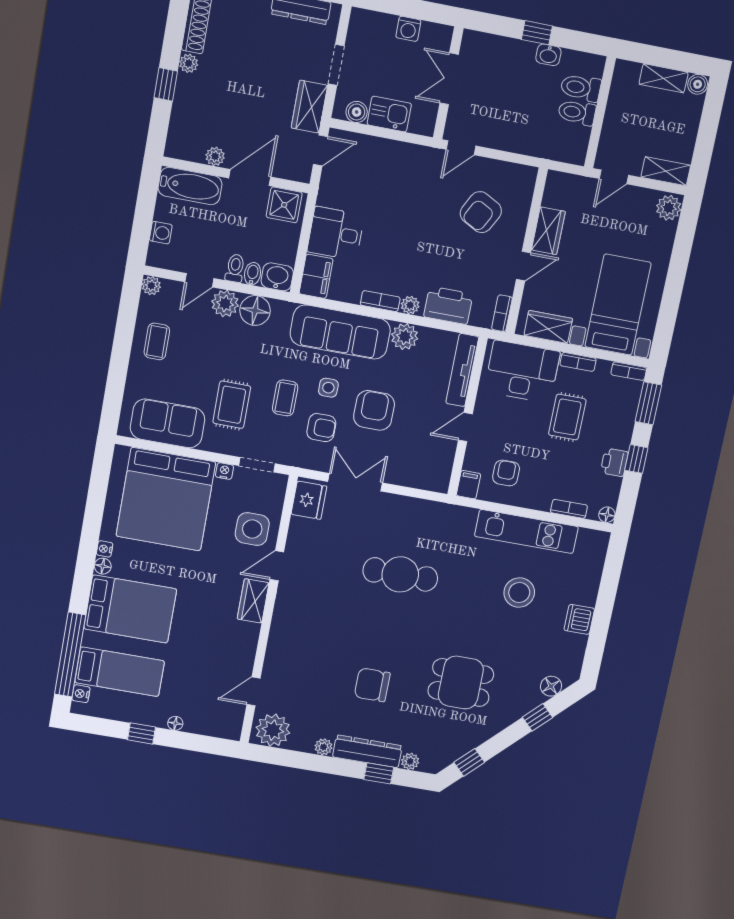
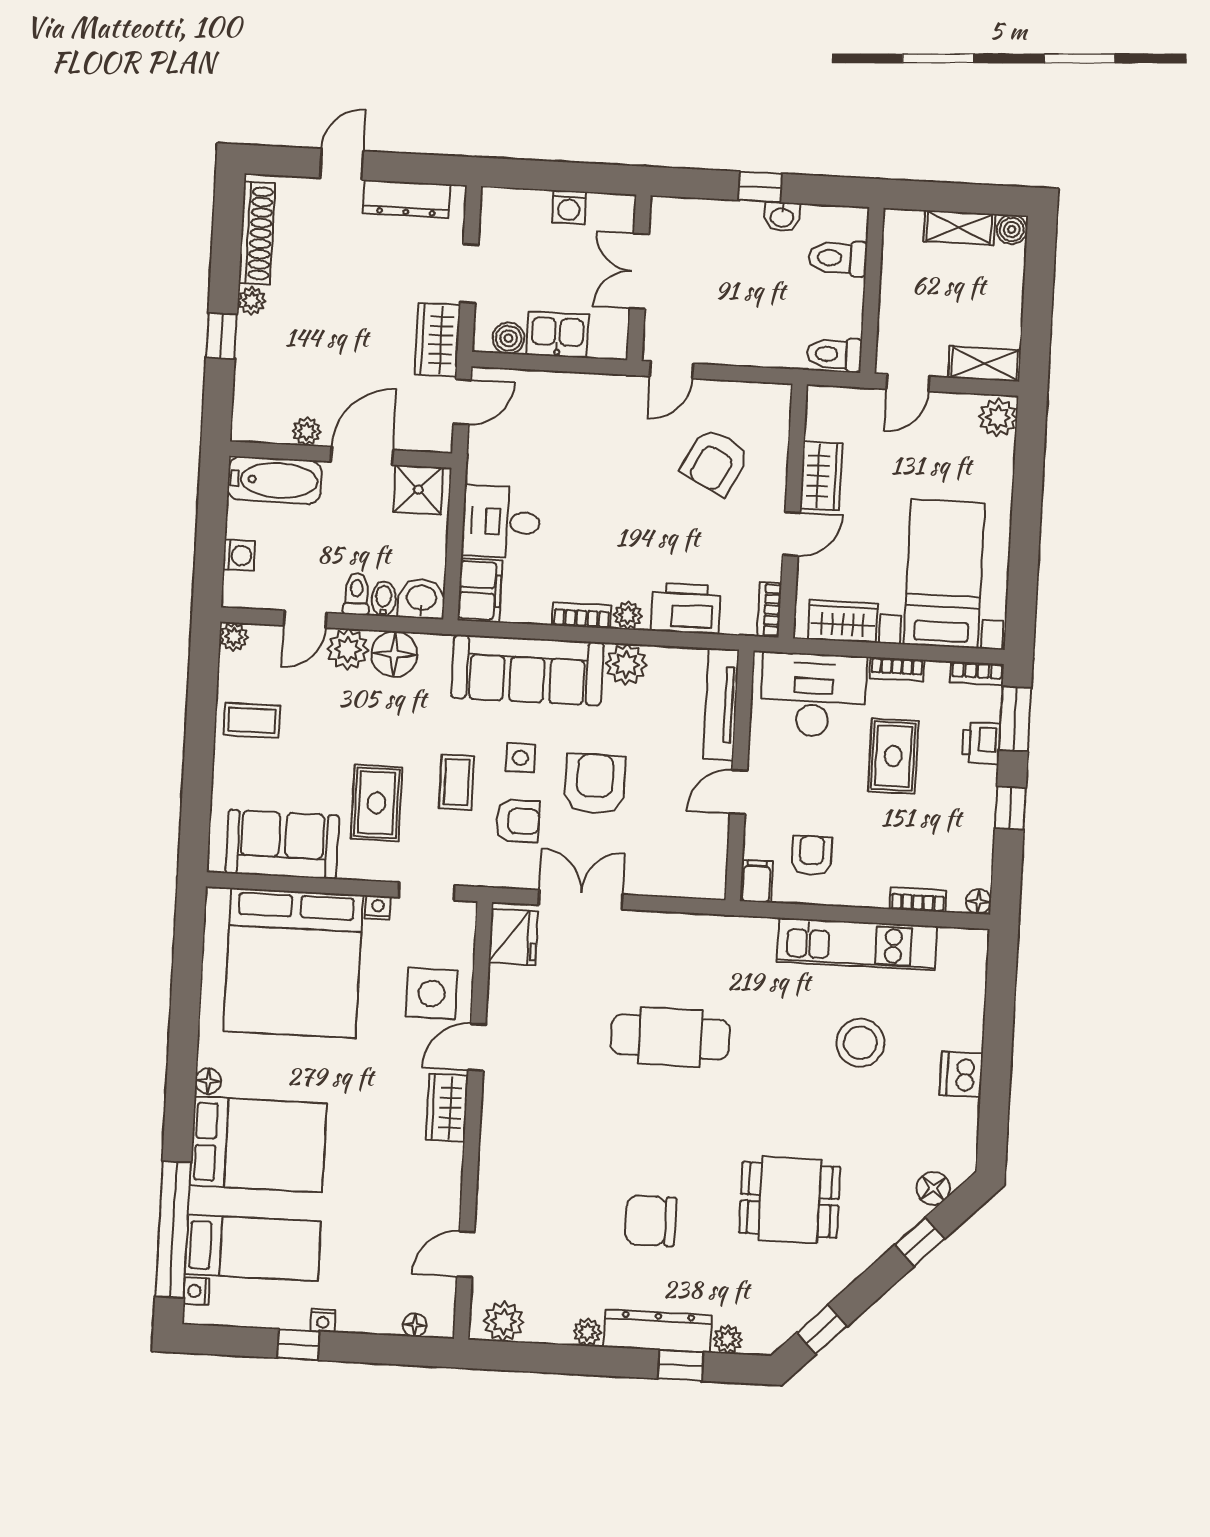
toilet: (577, 113) -> (834, 354), moved
coffee table: (157, 341) -> (252, 720), turned 90
printer: (614, 462) -> (981, 743), moved
nightstand: (105, 549) -> (323, 1321), moved, turned -90
floor lamp: (175, 723) -> (415, 1325), moved
plant: (273, 730) -> (504, 1321), width x0.73, depth x0.73

